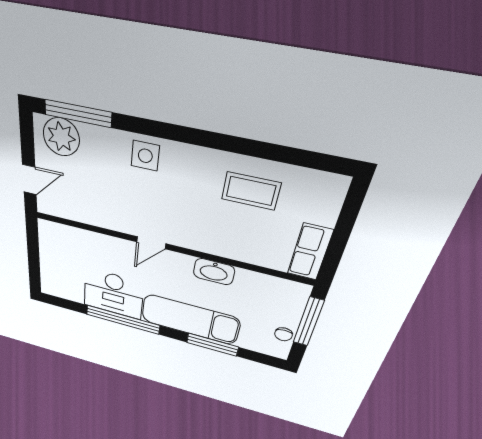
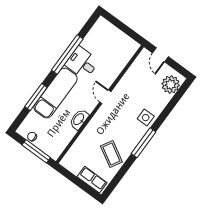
window: (78, 113) -> (144, 143), moved
coffee table: (251, 191) -> (111, 154), turned -60
row of seats: (310, 252) -> (92, 180), moved
desk: (113, 294) -> (82, 63), width x0.73

